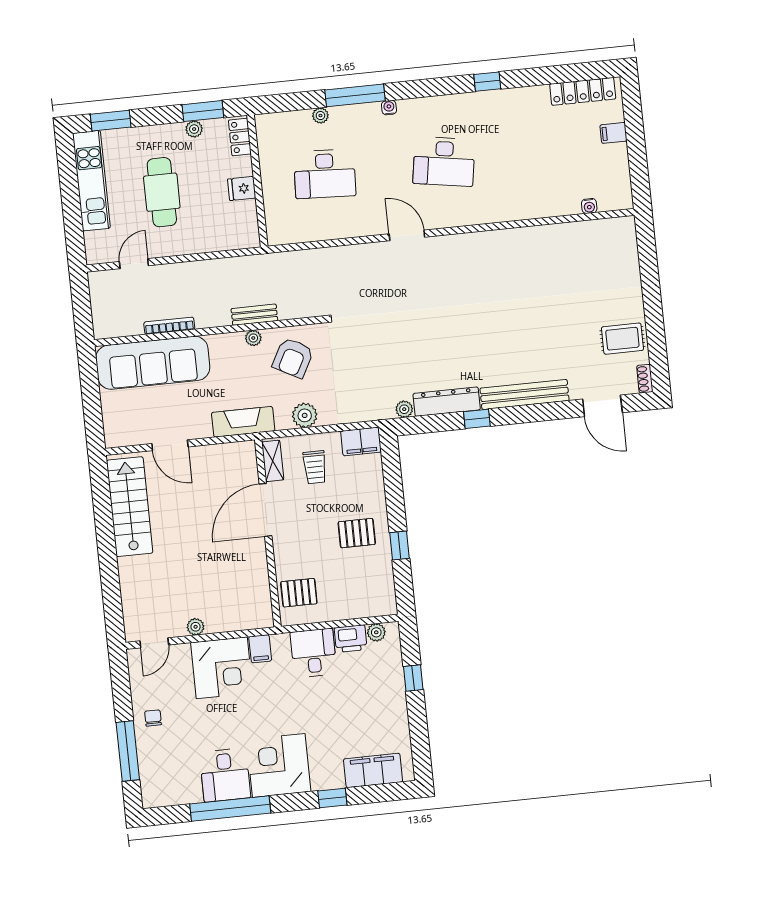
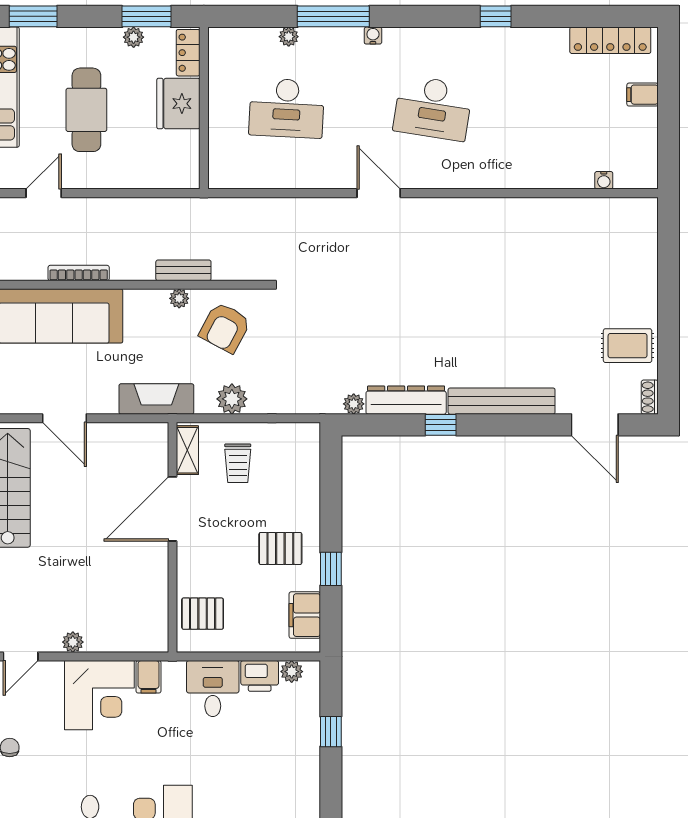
fridge: (242, 189) -> (178, 104), width x1.88, depth x1.34
filing cabinet: (361, 442) -> (305, 615), moved, turned 90

